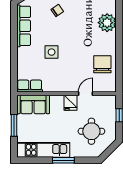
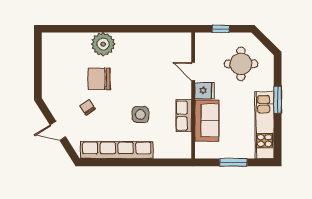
row of seats: (24, 26) -> (117, 150), width x1.36
chair: (102, 64) -> (99, 79), moved
row of seats: (30, 86) -> (184, 116), moved
sofa: (33, 104) -> (207, 121), moved

